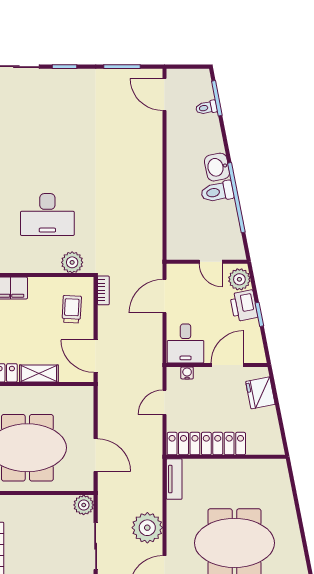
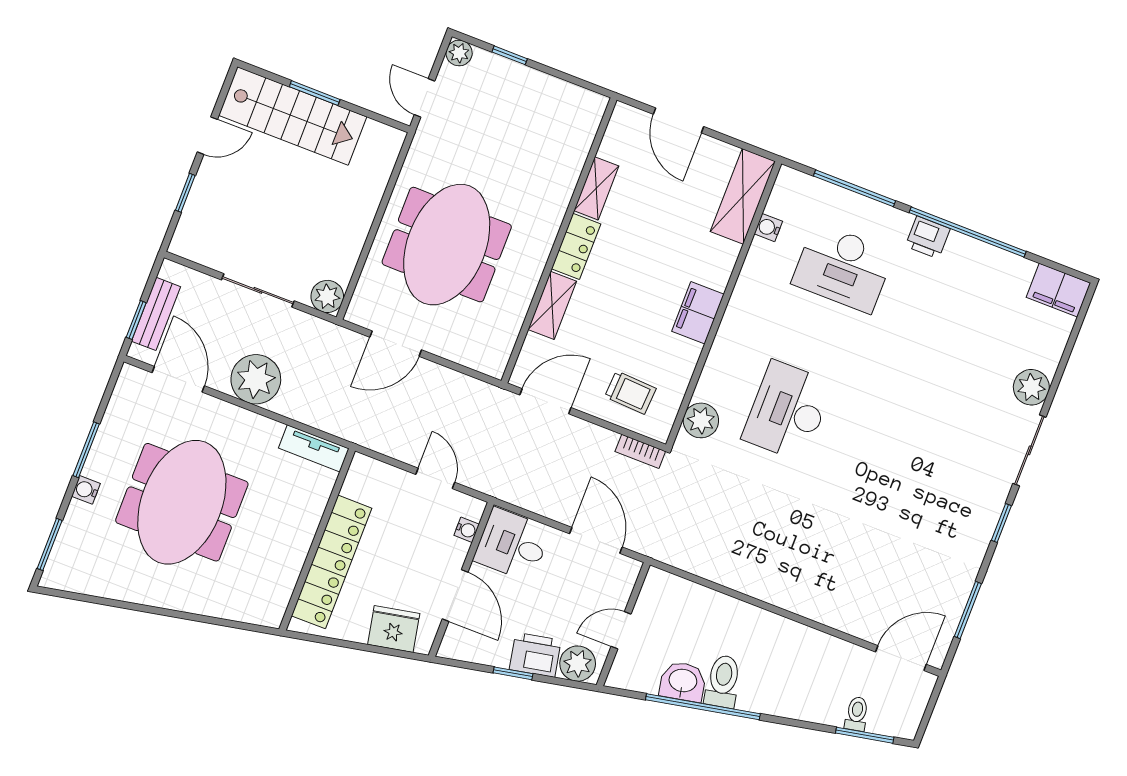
washbasin: (217, 167) -> (683, 682), moved
locker: (206, 444) -> (332, 562), moved

